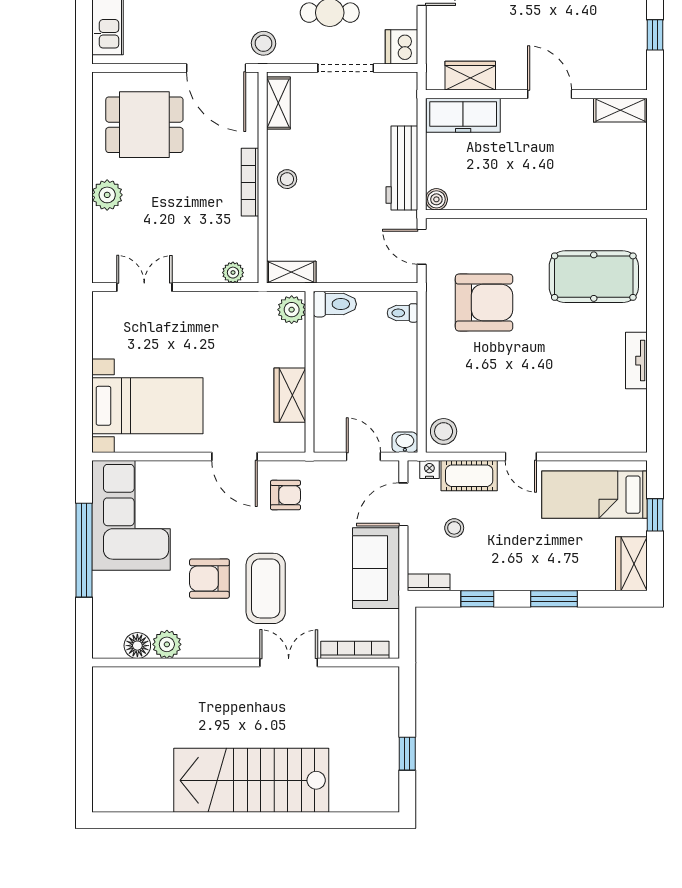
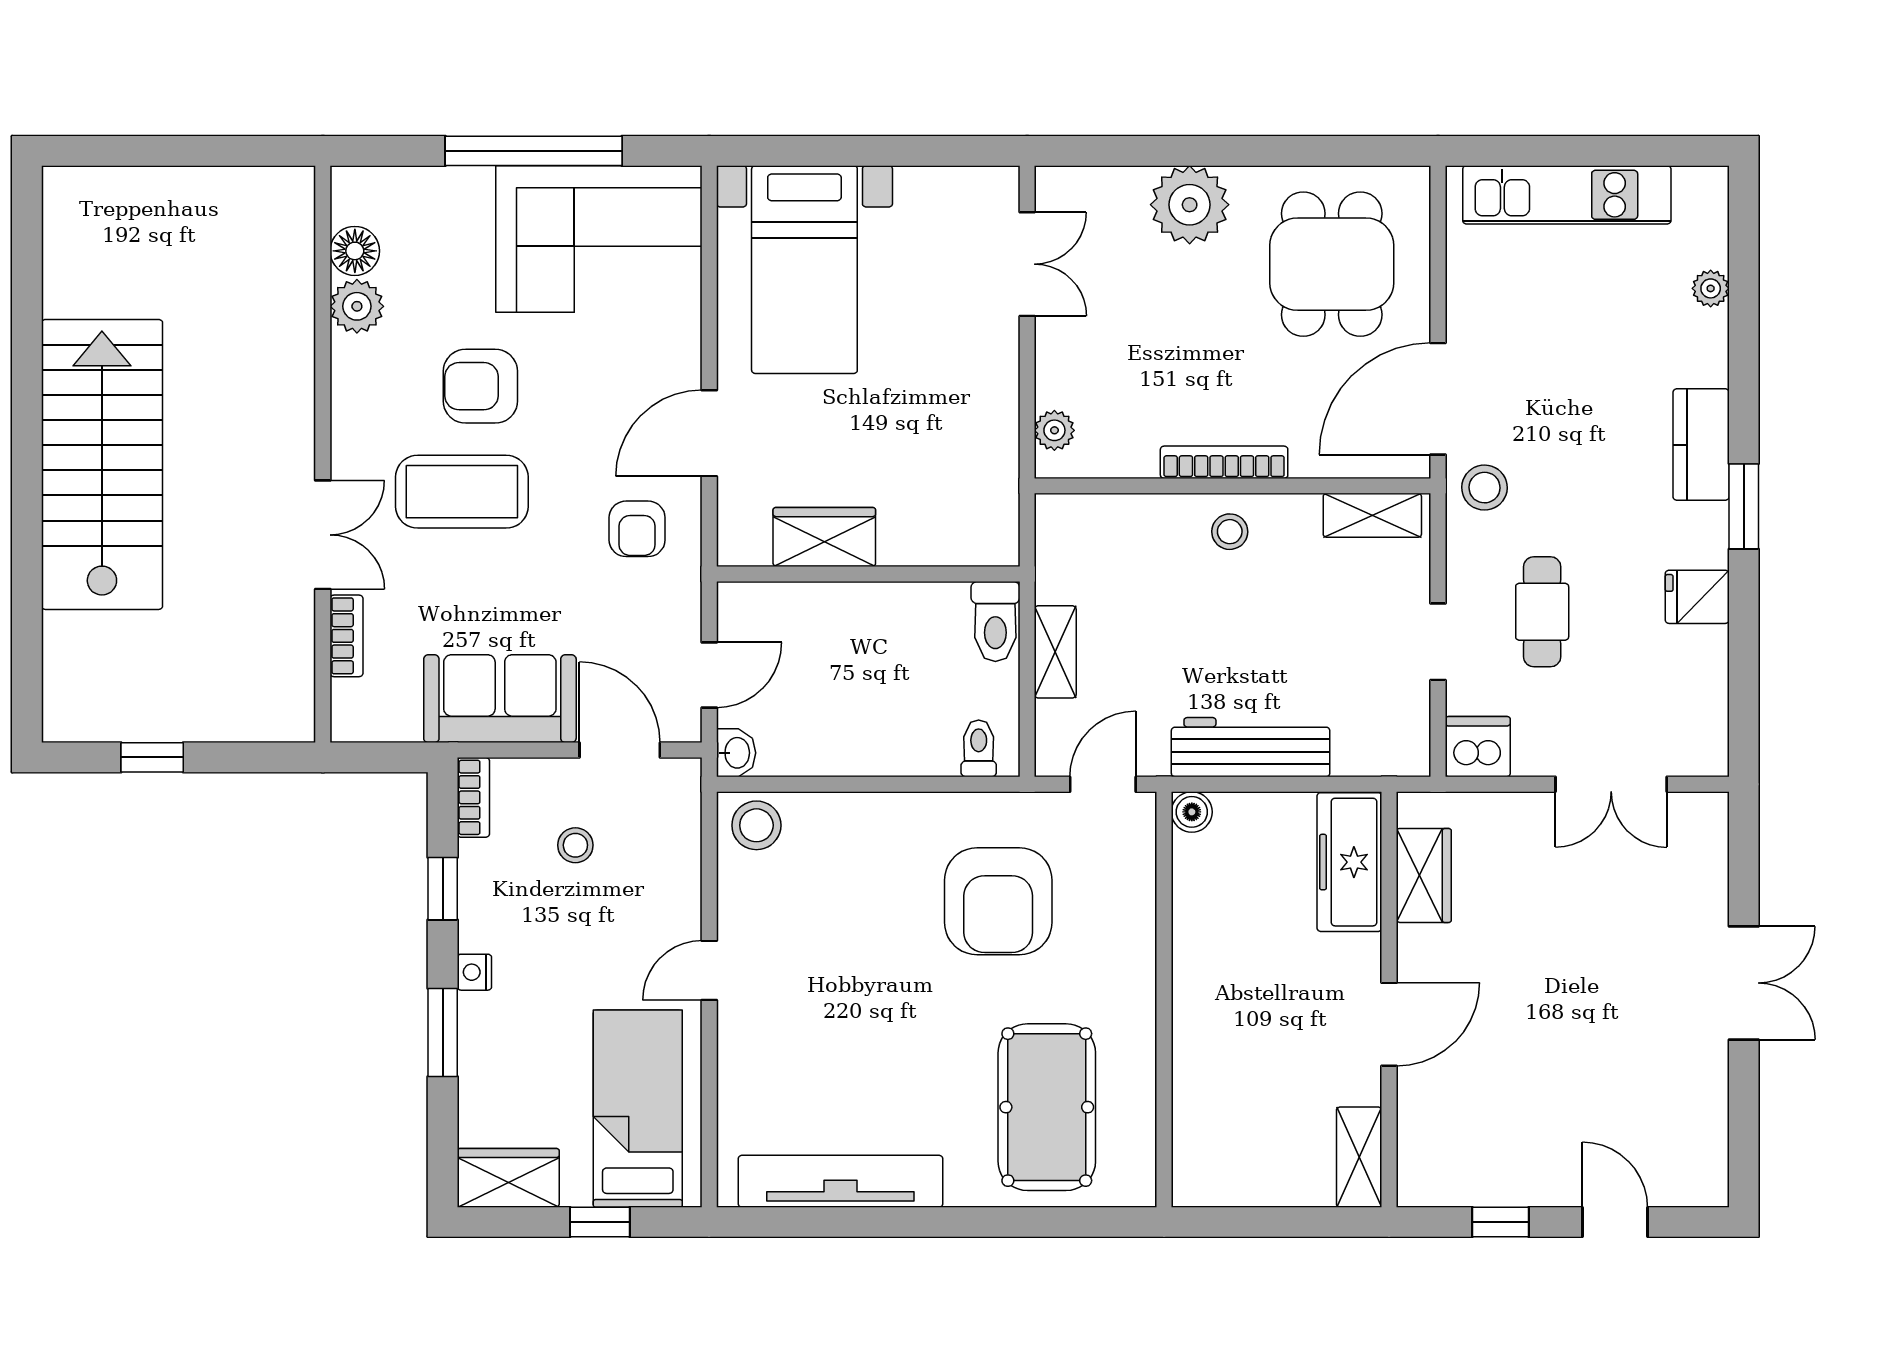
doorway: (346, 68) -> (1438, 642), width x0.73
plant: (107, 195) -> (1190, 205), width x1.36, depth x1.36
shelving: (291, 272) -> (1055, 652), moved
plant: (292, 310) -> (985, 540), removed
tv unit: (636, 361) -> (840, 1181), width x1.92, depth x1.29
nightstand: (429, 470) -> (474, 972), moved, turned 180
cot: (469, 476) -> (673, 873), removed
armchair: (209, 579) -> (480, 386), turned -90
bookcase: (355, 650) -> (346, 636), width x0.64

